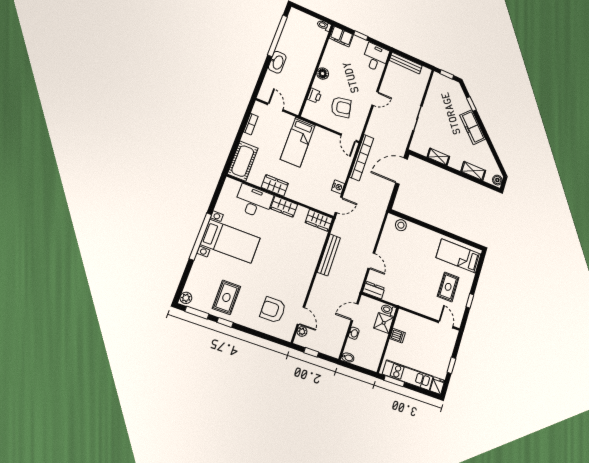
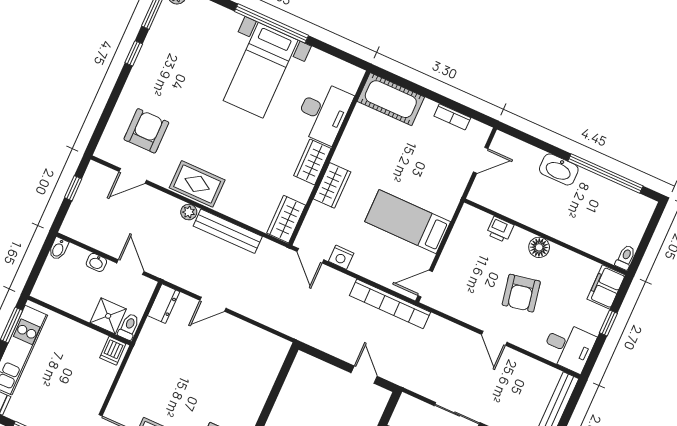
armchair: (341, 107) -> (521, 293), moved
bed: (298, 142) -> (408, 222), moved
door: (402, 171) -> (364, 375), width x0.53
wardrobe: (275, 185) -> (332, 185), moved
stool: (401, 225) -> (270, 364), removed
rug: (226, 297) -> (197, 184), moved
plant: (302, 331) -> (189, 212), moved
dishwasher: (397, 336) -> (113, 351), moved

